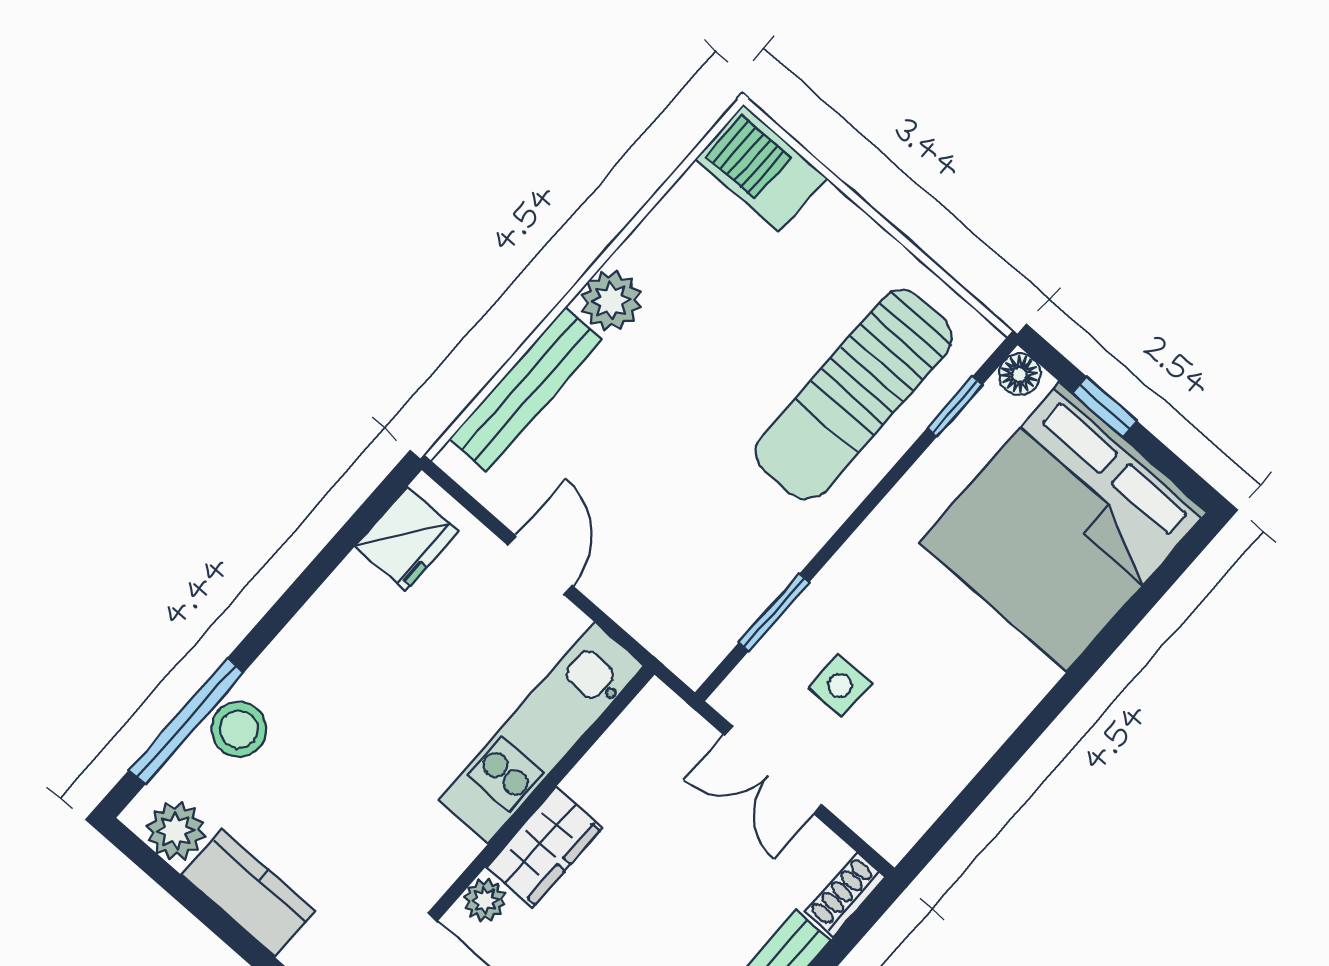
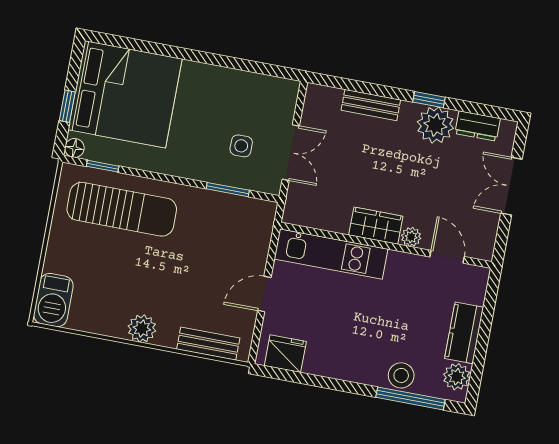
bench: (525, 389) -> (208, 344), width x0.73
shoe rack: (845, 895) -> (323, 94), removed

